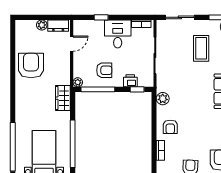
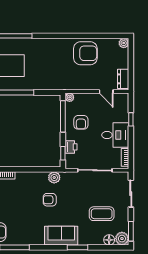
plant: (42, 25) -> (124, 43), moved
wardrobe: (63, 98) -> (55, 83), removed
armchair: (170, 127) -> (50, 200), moved

